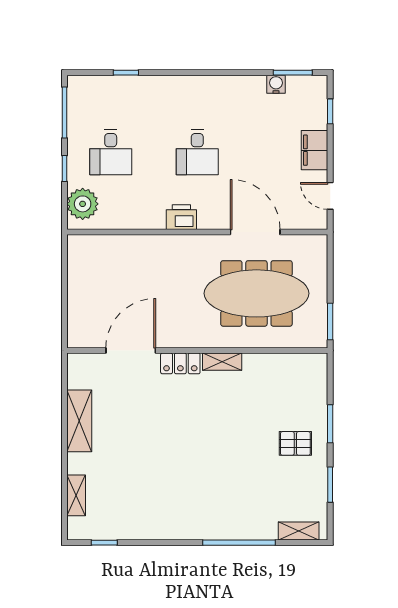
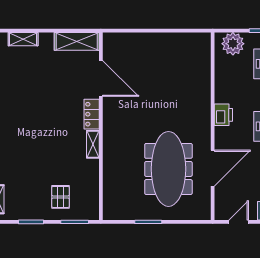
door: (131, 351) -> (101, 78), moved
wall: (197, 351) -> (101, 126), moved
shelving: (222, 362) -> (93, 144), moved
locker: (180, 363) -> (92, 114), moved

